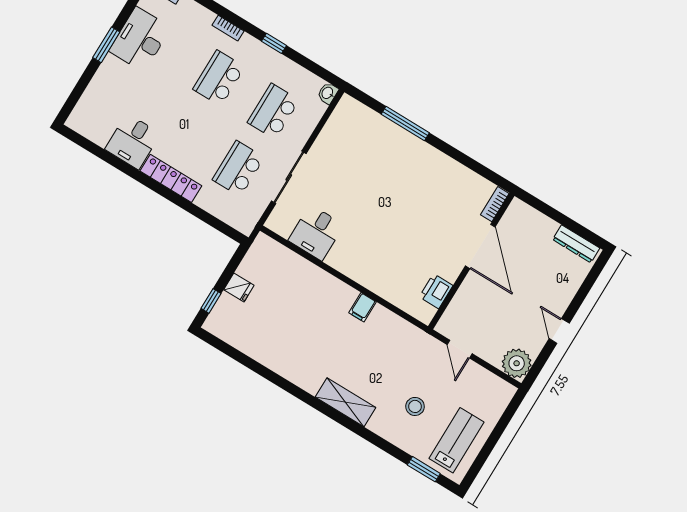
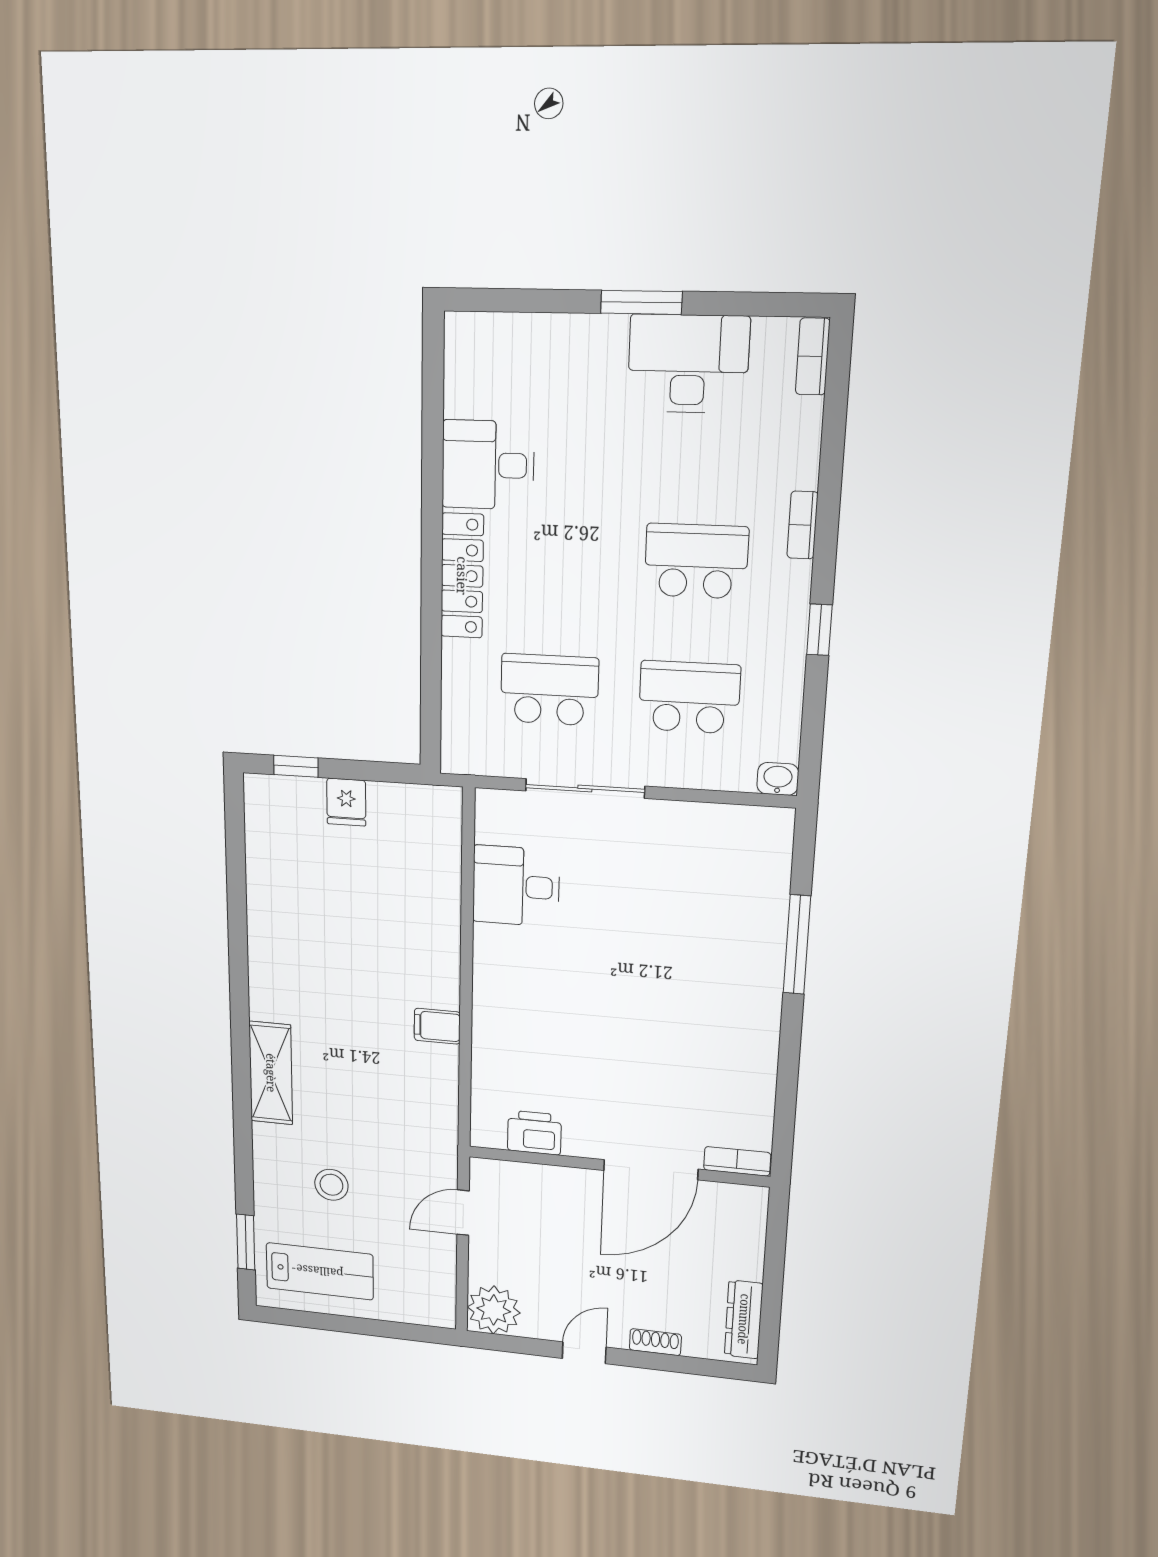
shoe rack: (569, 293) -> (655, 1342), added

